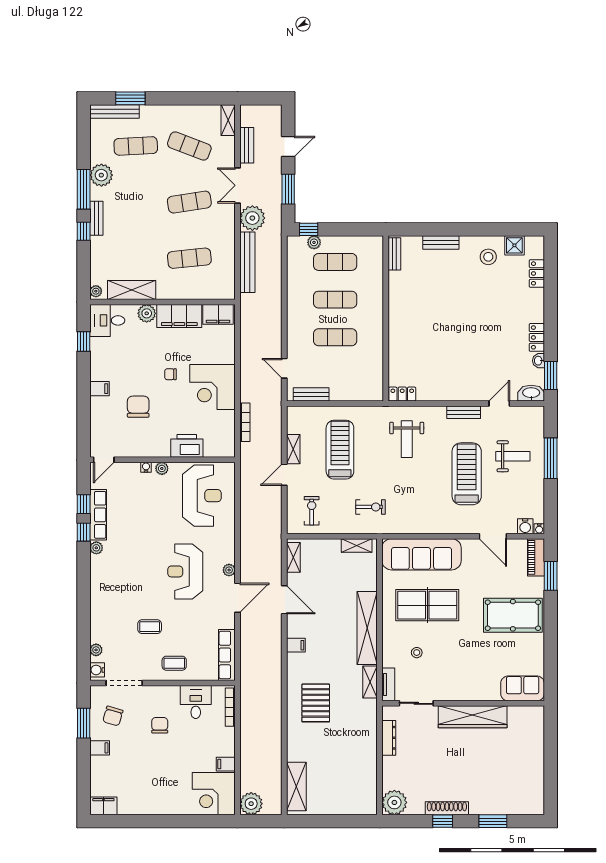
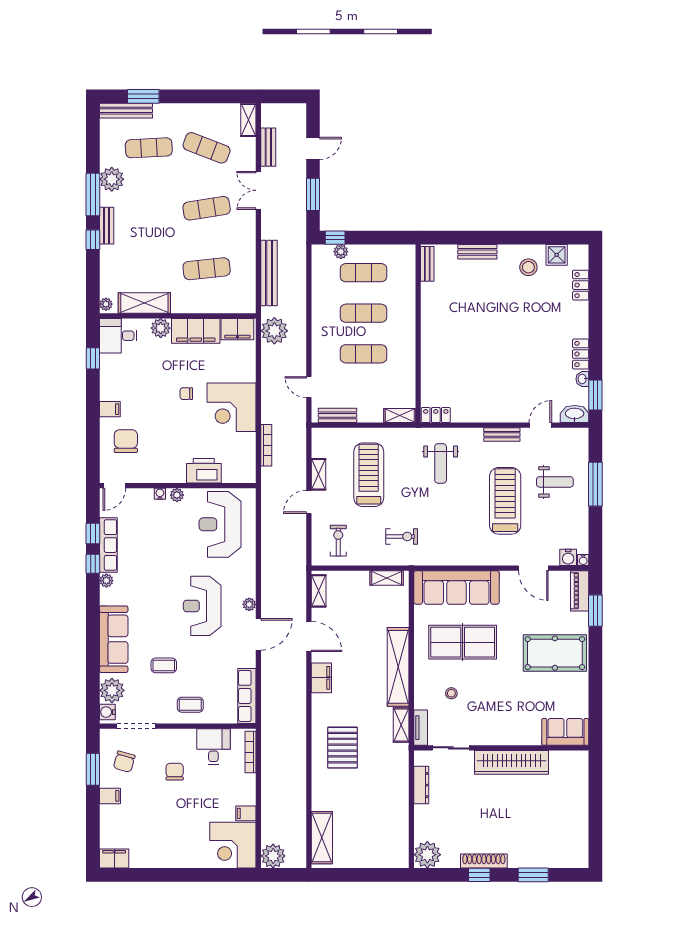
plant: (252, 218) -> (274, 331), moved
shelving: (369, 395) -> (400, 416), added
chair: (138, 407) -> (126, 441), moved
reception desk: (202, 496) -> (220, 524), turned 180
sofa: (103, 602) -> (114, 639), added
filing cabinet: (296, 645) -> (321, 678), width x2.00
plant: (96, 650) -> (112, 690), width x1.88, depth x1.88

